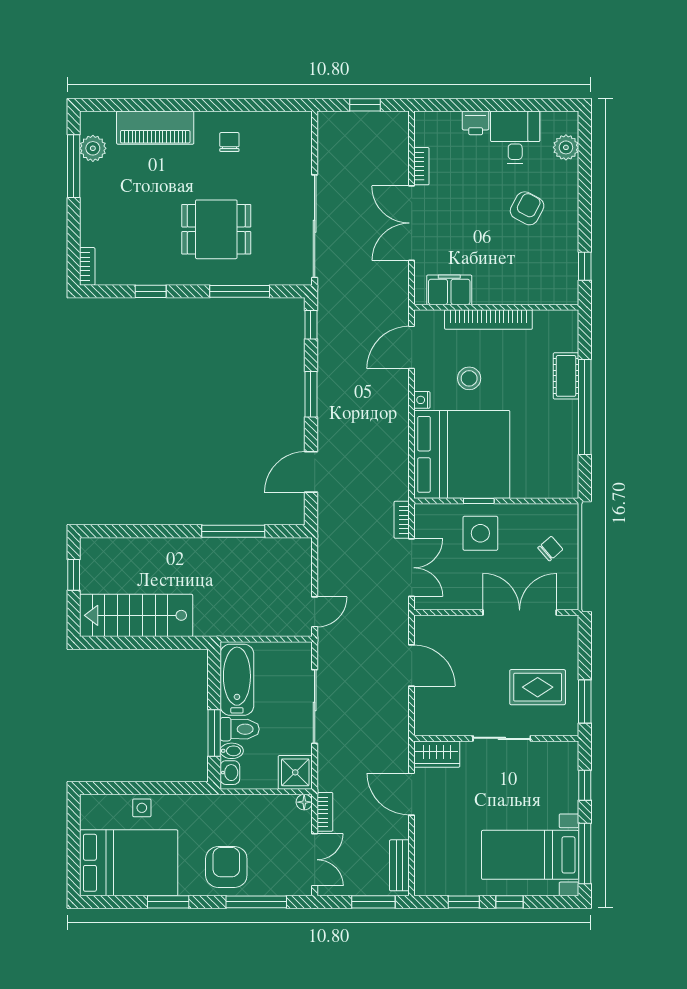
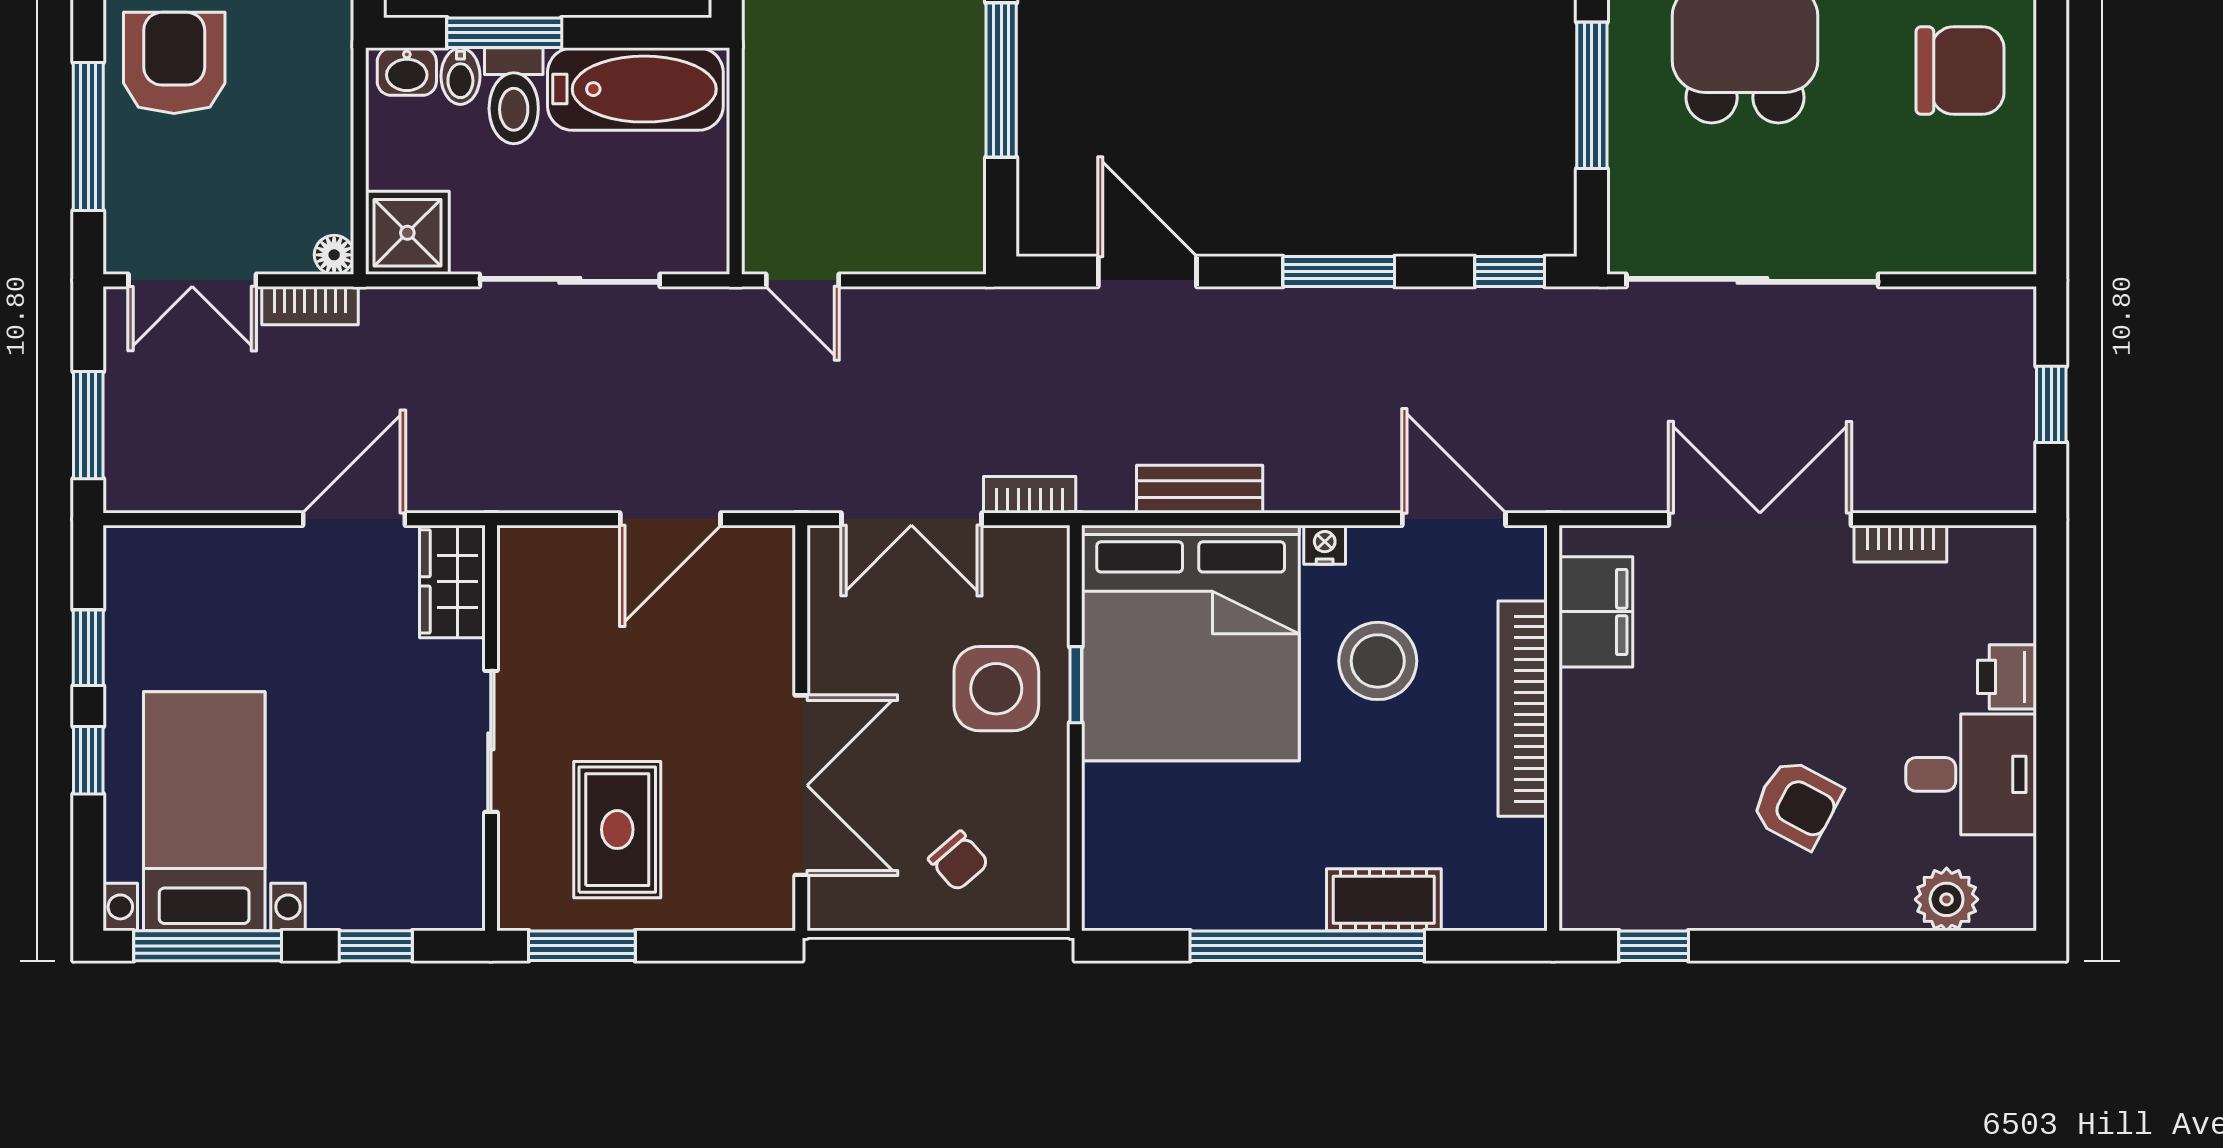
chair: (229, 142) -> (1960, 71), width x1.87, depth x1.87
stool: (469, 378) -> (1378, 661), width x1.38, depth x1.38
bench: (399, 865) -> (1200, 489), moved
armchair: (226, 867) -> (174, 63), turned -90

